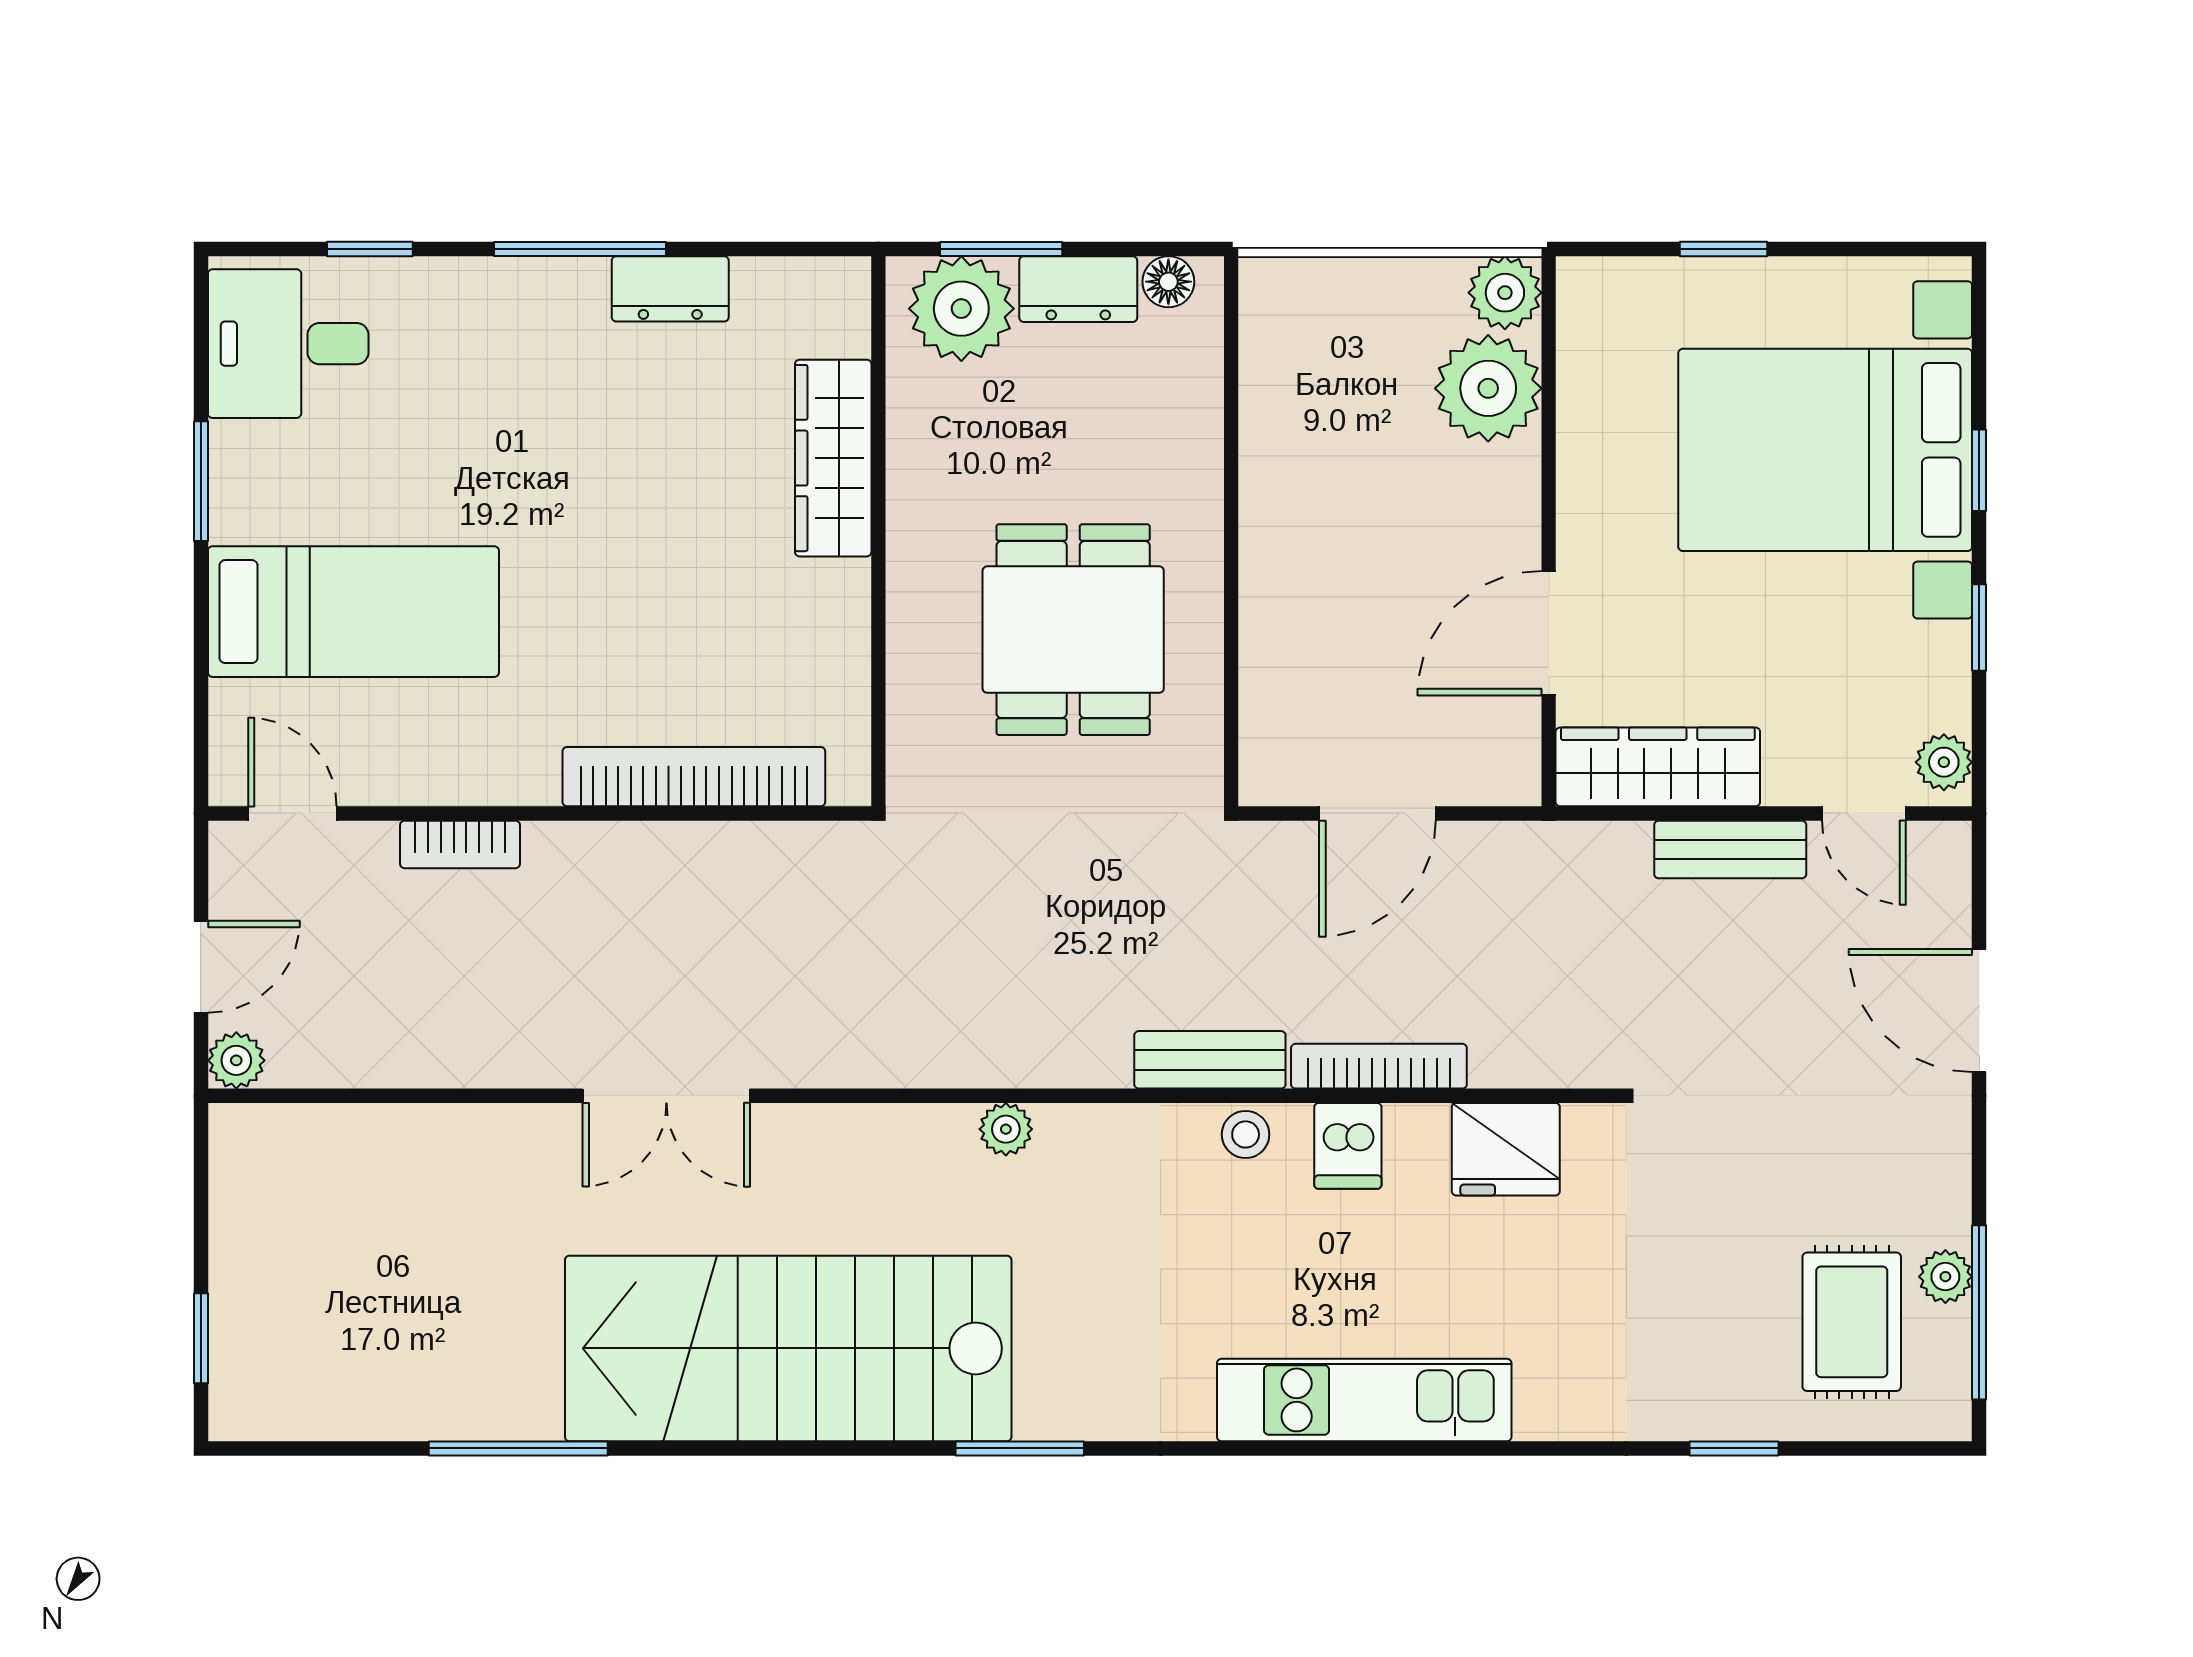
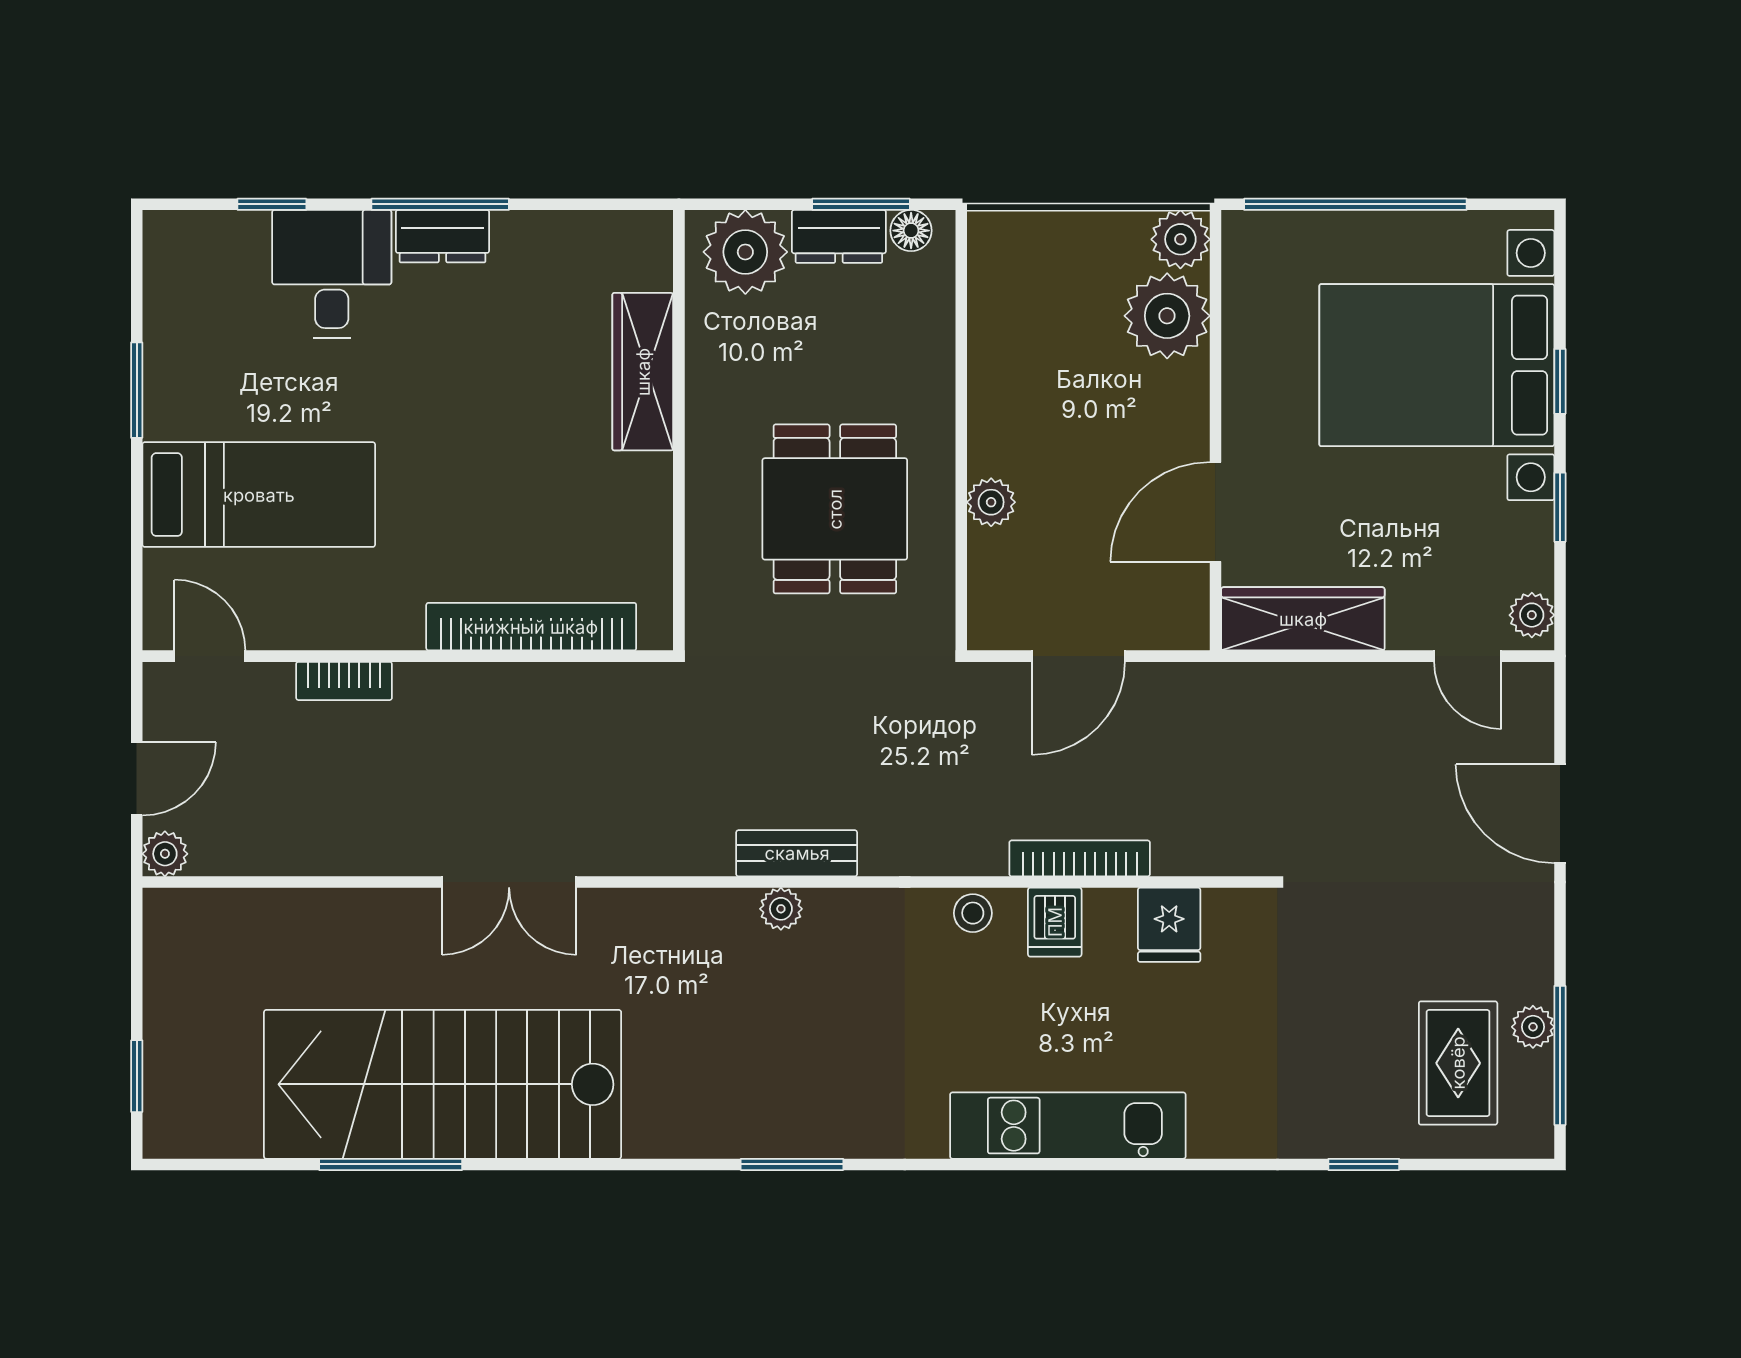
window: (1001, 249) -> (861, 204), moved
window: (1723, 249) -> (1355, 204), width x3.17
dresser: (670, 289) -> (442, 236), moved
desk: (288, 344) -> (332, 274), moved, turned 90
plant: (1268, 621) -> (991, 502), added
bench: (1730, 850) -> (1361, 685), removed
bench: (1210, 1060) -> (797, 853), moved
fridge: (1506, 1149) -> (1169, 925), width x0.72
stairs: (788, 1348) -> (443, 1084), moved

